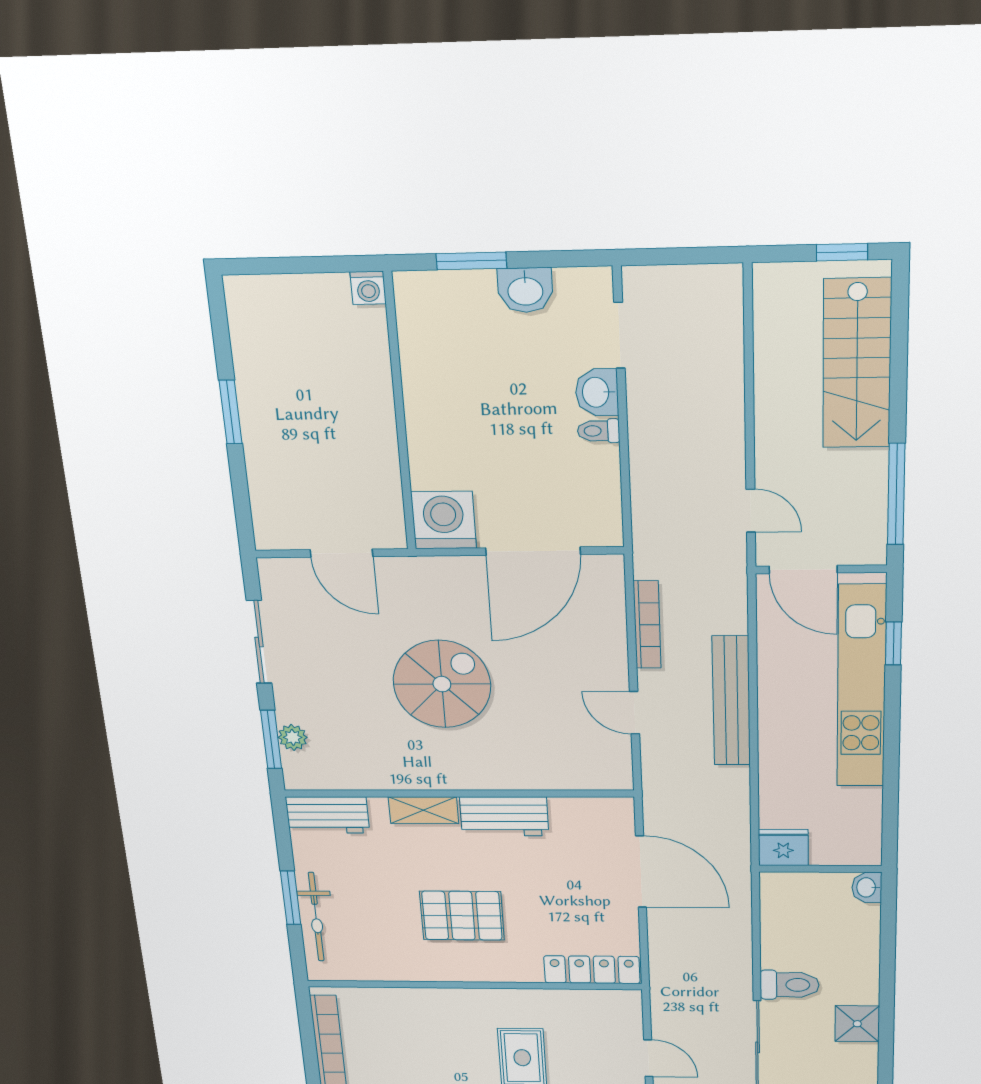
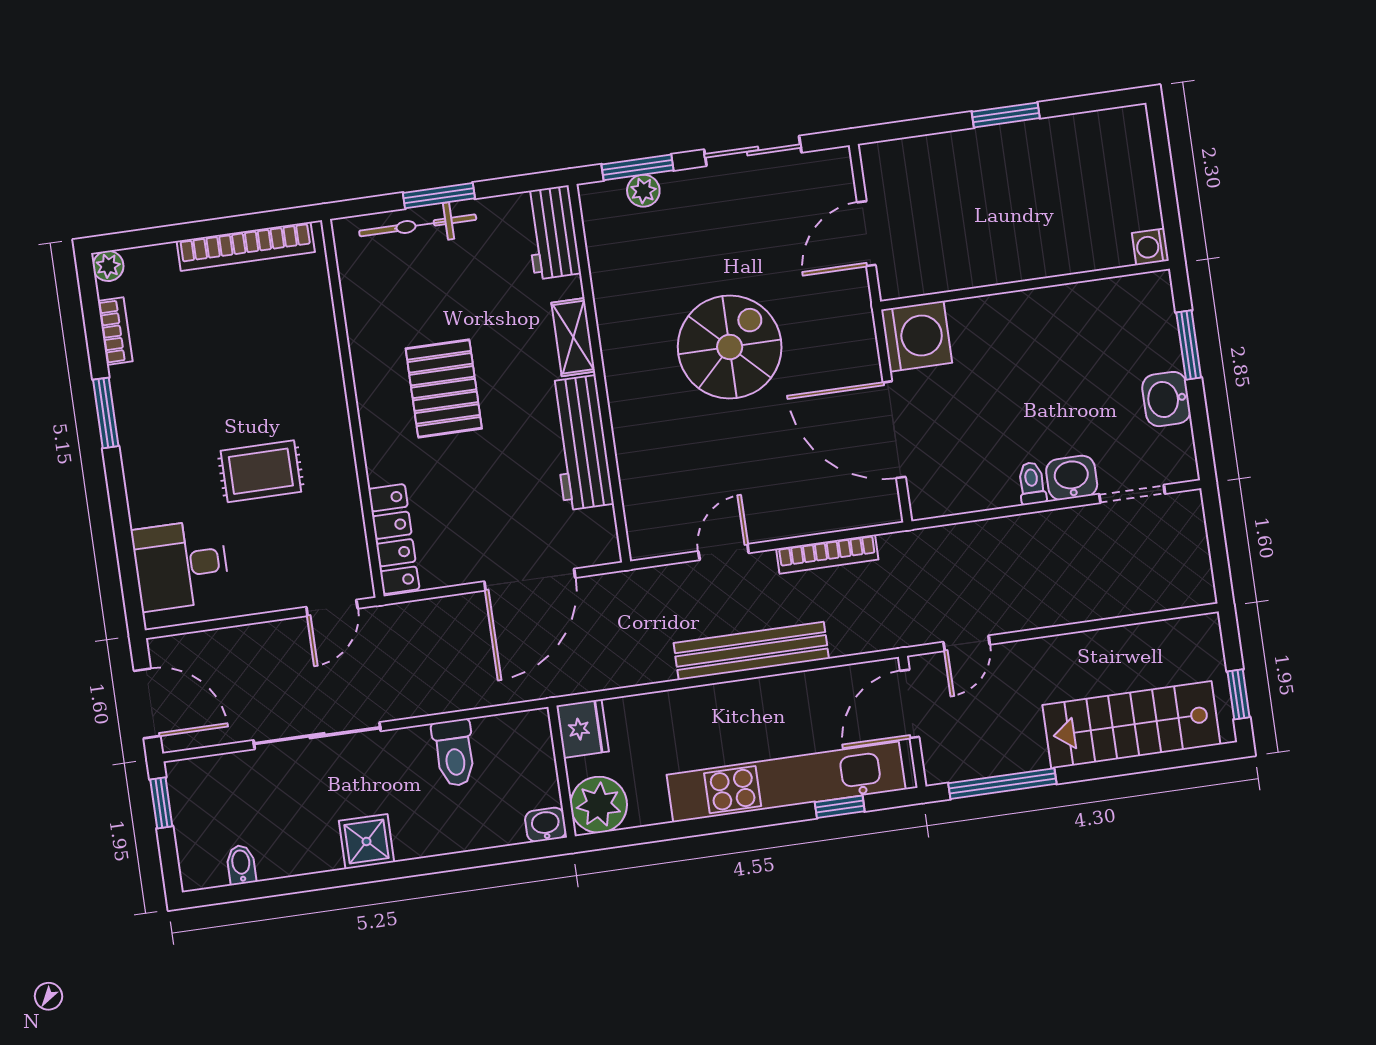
spiral stairs: (442, 684) -> (730, 347), turned -90
workbench: (504, 816) -> (581, 443), width x1.38
plant: (856, 843) -> (599, 805), added
toilet: (790, 985) -> (454, 753), moved
door: (648, 1058) -> (332, 608), moved

